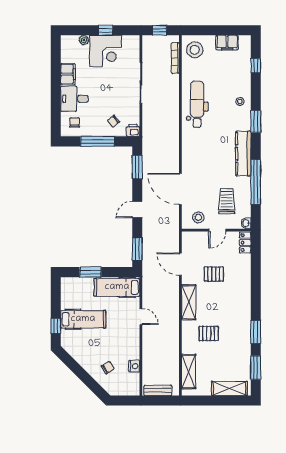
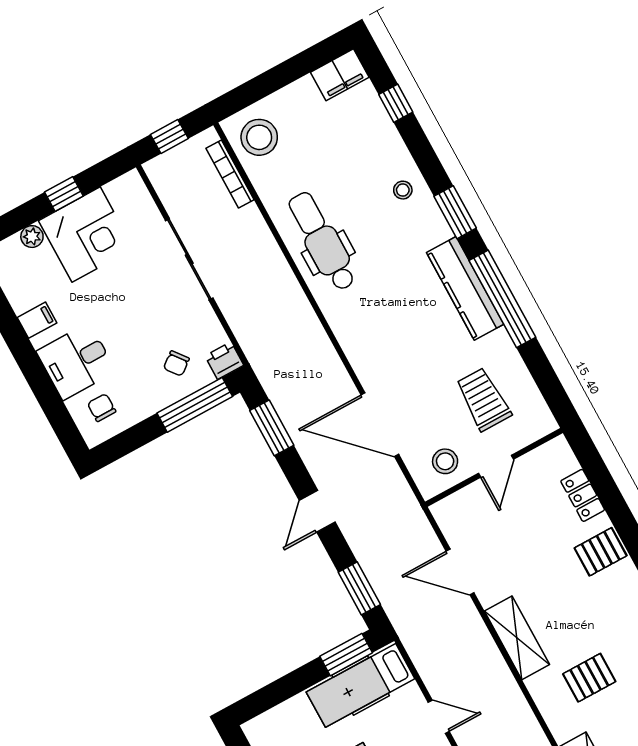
filing cabinet: (227, 43) -> (340, 75), moved
filing cabinet: (68, 74) -> (37, 320), width x0.50
window: (97, 141) -> (195, 405), moved
window: (256, 182) -> (502, 299), moved
washbasin: (246, 223) -> (545, 422), removed
locker: (245, 243) -> (583, 495), moved
window: (90, 272) -> (346, 655), moved
pallet: (214, 274) -> (601, 552), moved

